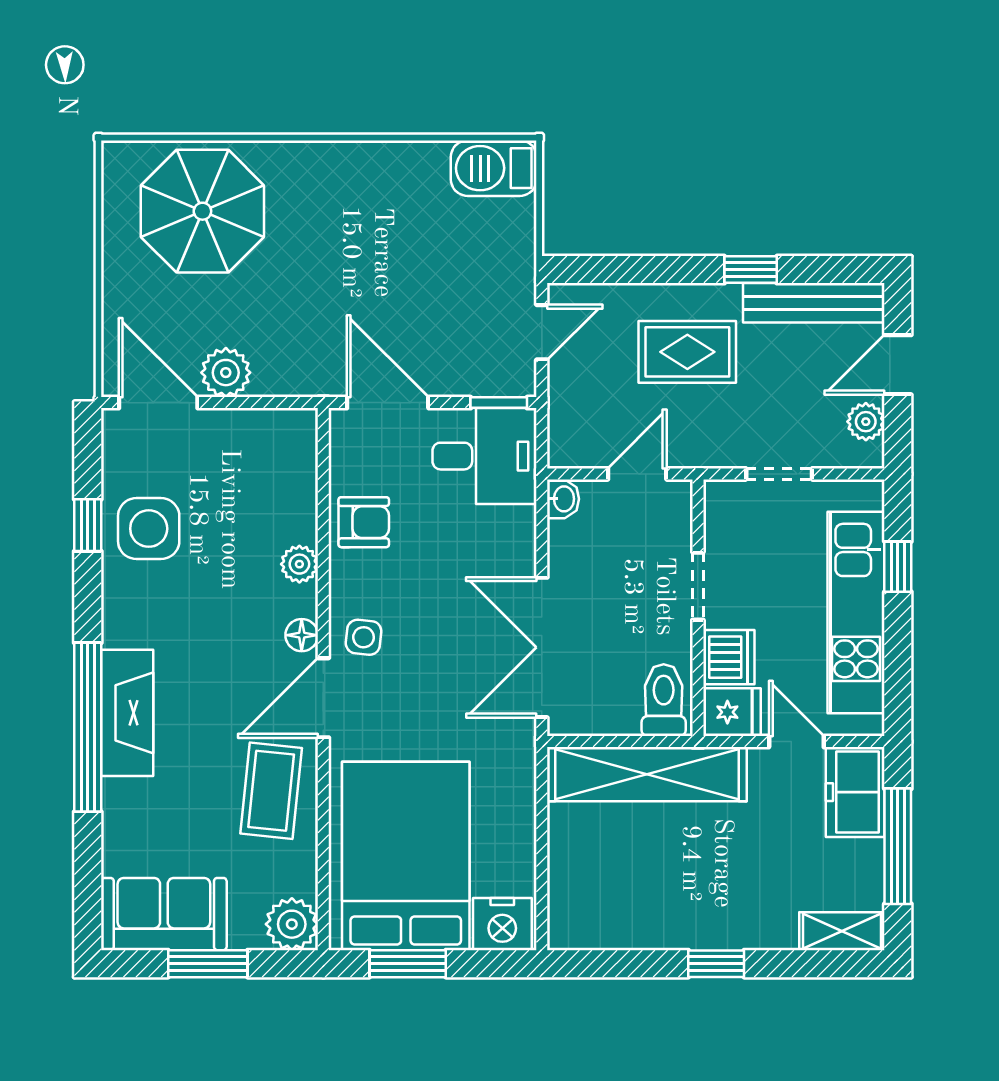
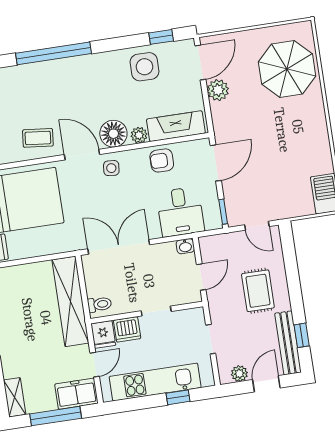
window: (751, 270) -> (302, 335), moved
door: (898, 365) -> (266, 384), hinge flipped
desk: (485, 456) -> (180, 212), moved
door: (637, 474) -> (201, 277), hinge flipped
armchair: (364, 522) -> (162, 160), turned 90
window: (88, 525) -> (161, 37), moved
floor lamp: (302, 635) -> (113, 134), width x1.89, depth x1.89
toilet: (664, 700) -> (99, 304), width x0.73, depth x0.72
fireplace: (127, 713) -> (176, 126), moved, turned 180
coffee table: (271, 791) -> (38, 138), width x0.73, depth x0.77

